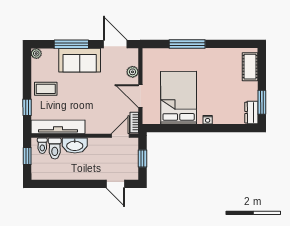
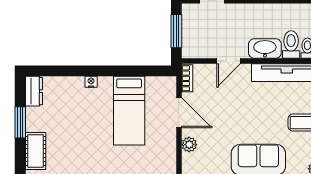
bed: (179, 98) -> (129, 111), width x0.67
window: (262, 102) -> (20, 122), moved
door: (120, 136) -> (229, 61), moved
window: (143, 159) -> (176, 31), width x1.50

